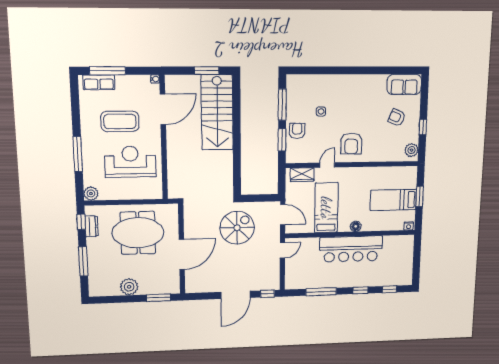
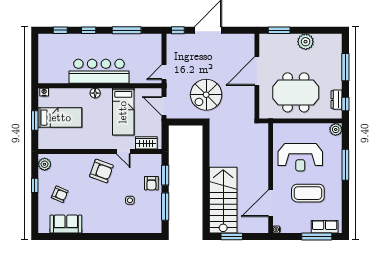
sofa: (404, 84) -> (66, 224), moved
armchair: (351, 144) -> (101, 171), turned 110
door: (327, 165) -> (123, 152), hinge flipped

